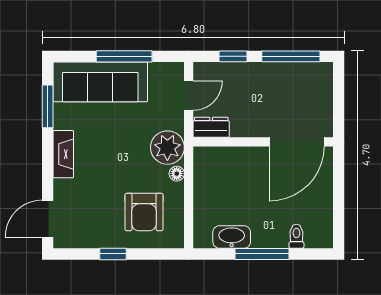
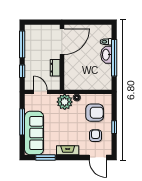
dresser: (211, 127) -> (55, 68), moved
door: (297, 142) -> (62, 42), hinge flipped
armchair: (95, 214) -> (95, 136), added
washbasin: (232, 237) -> (106, 55), moved
window: (262, 254) -> (114, 58), width x1.46

